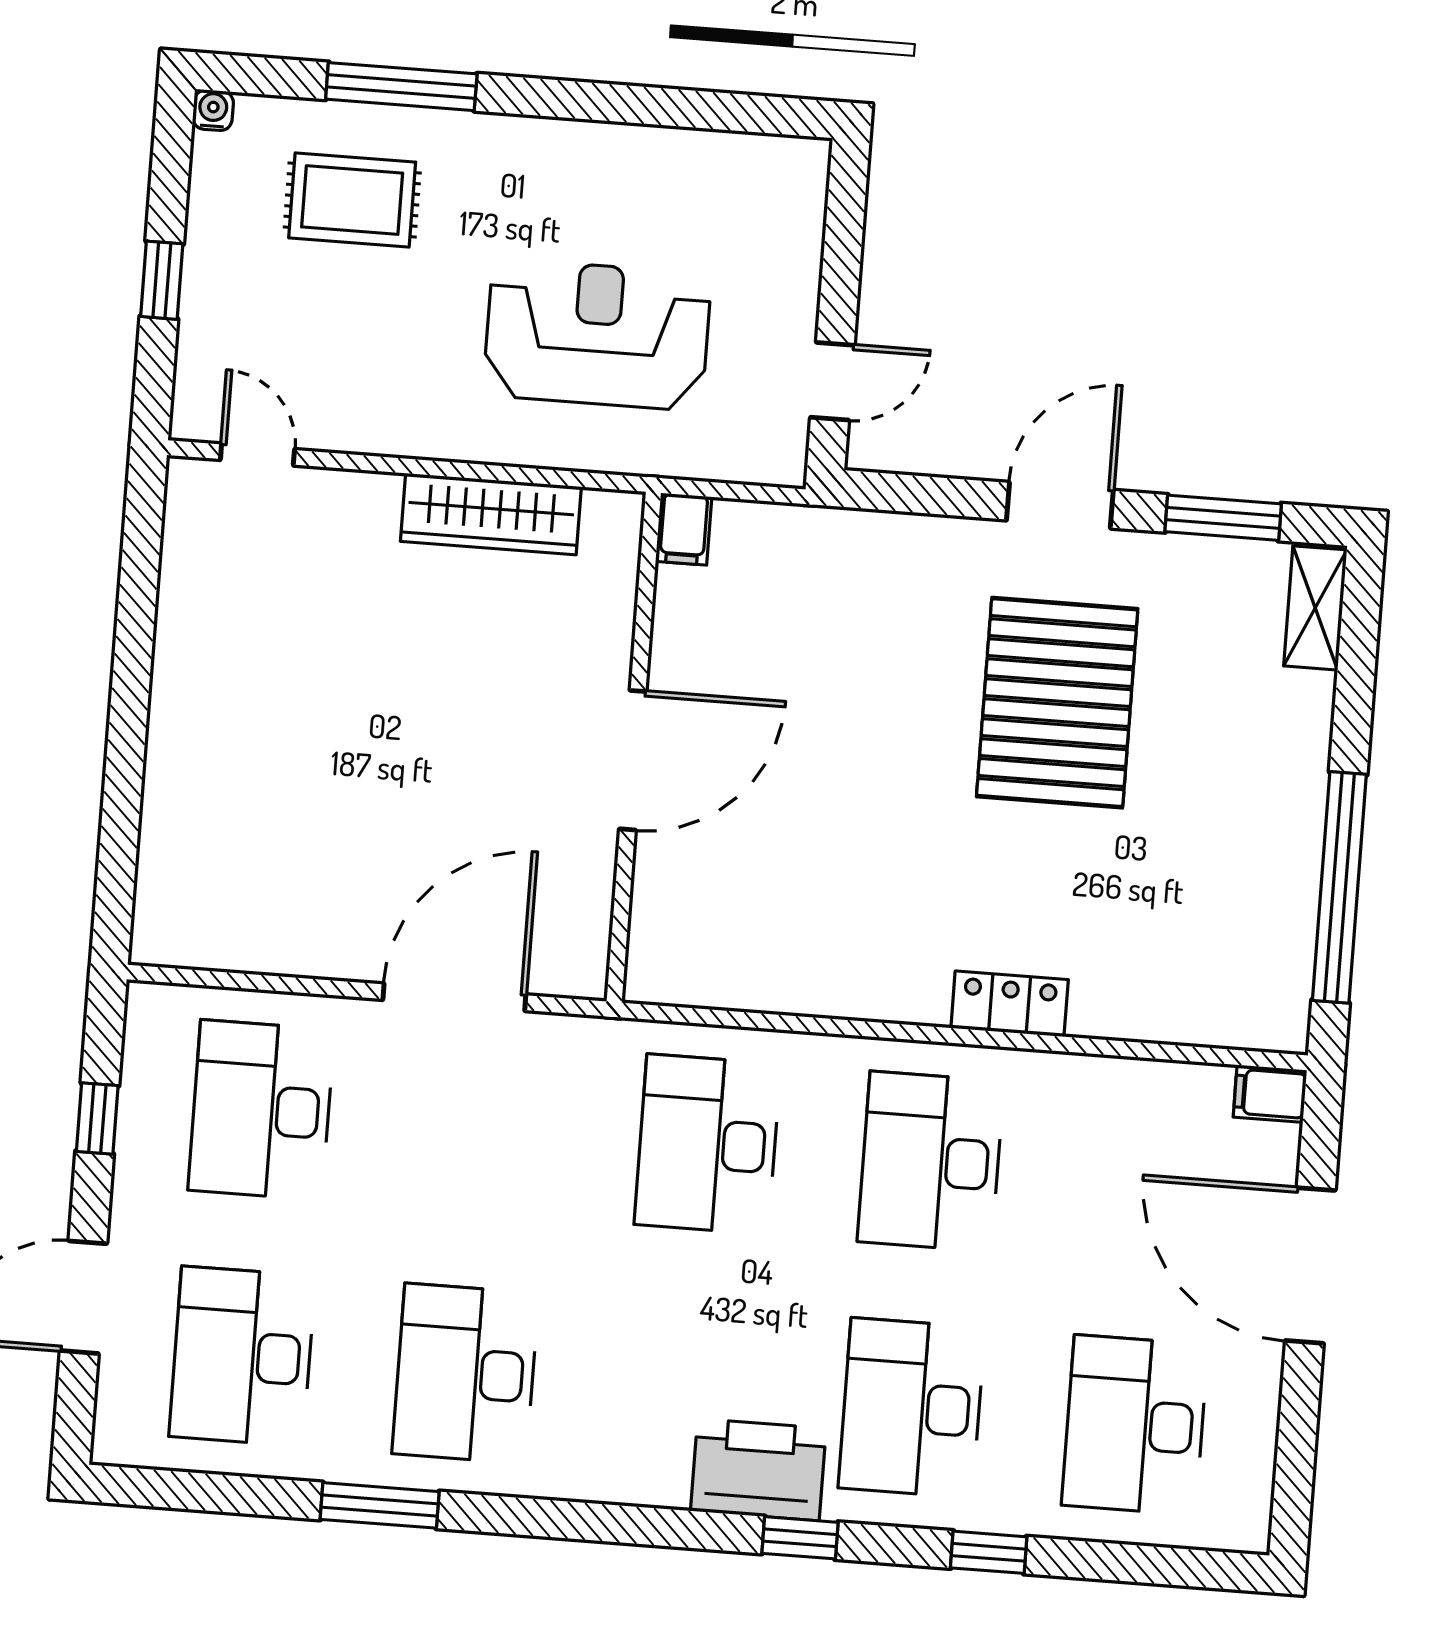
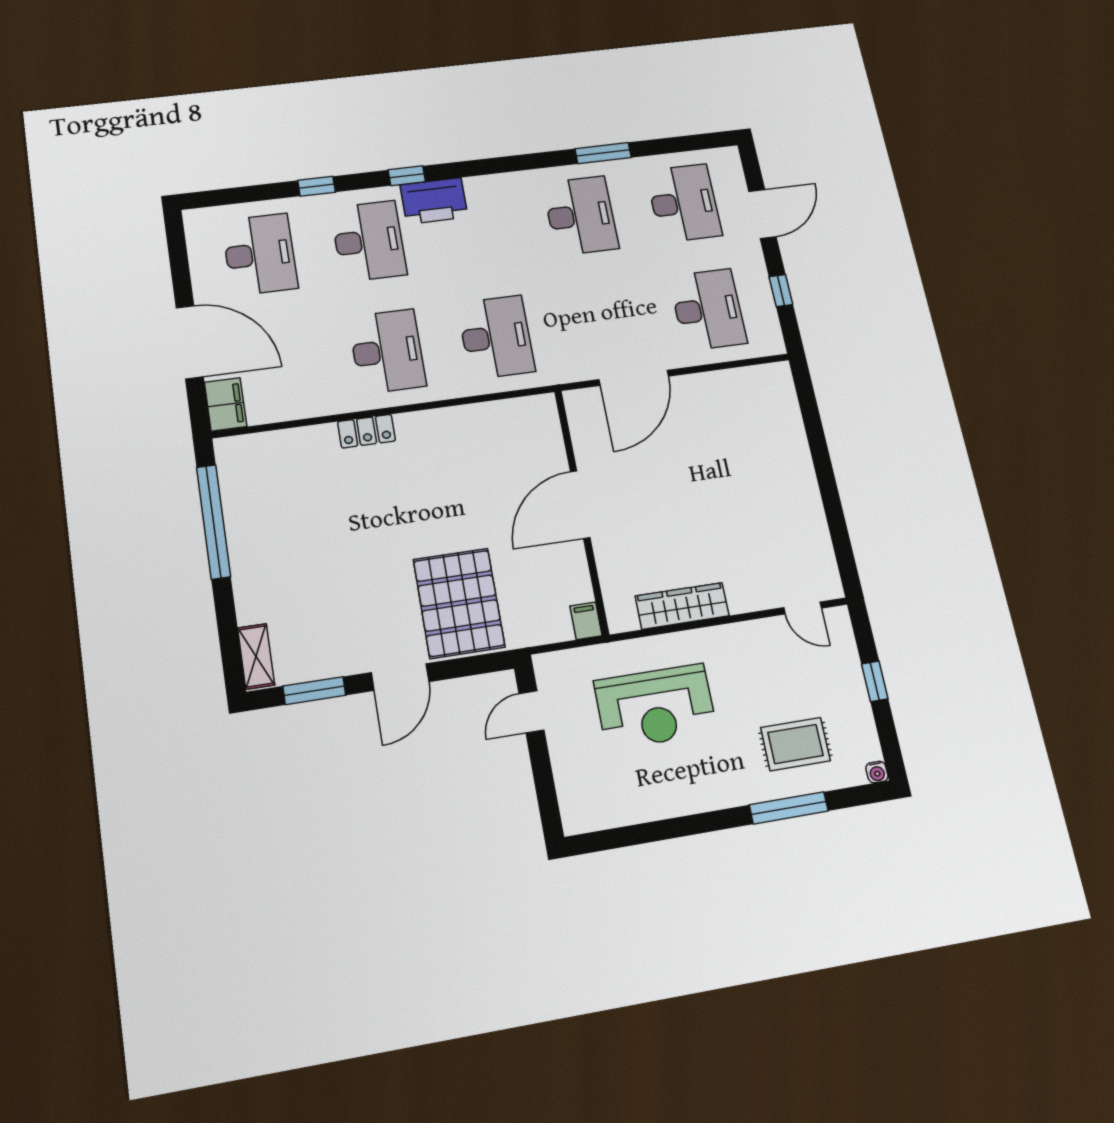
pallet: (1057, 703) -> (459, 603), moved
filing cabinet: (1270, 1094) -> (226, 404), width x2.00

